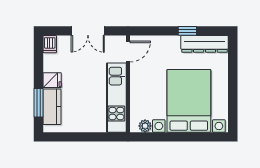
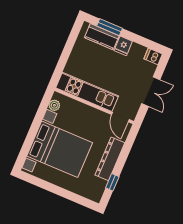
double door: (88, 31) -> (151, 92), swing flipped
window: (187, 31) -> (112, 182), moved
dresser: (205, 44) -> (110, 159), moved

